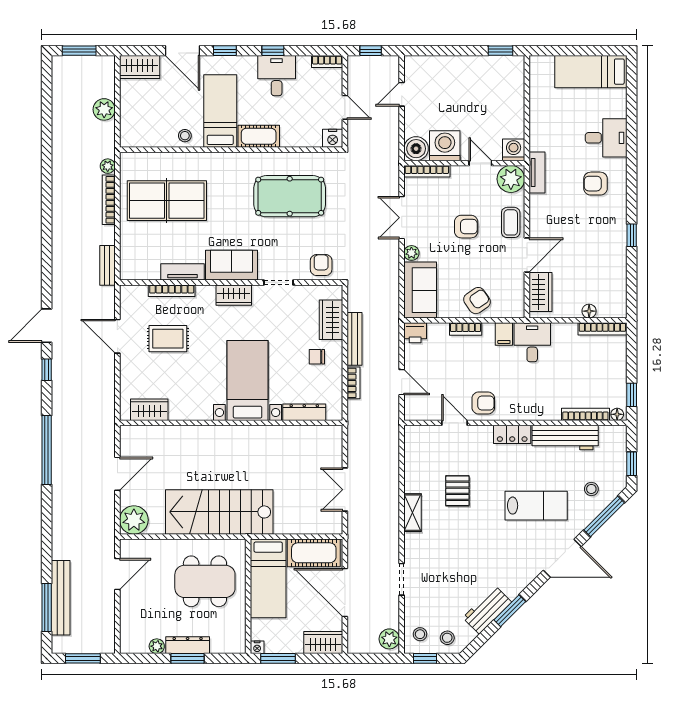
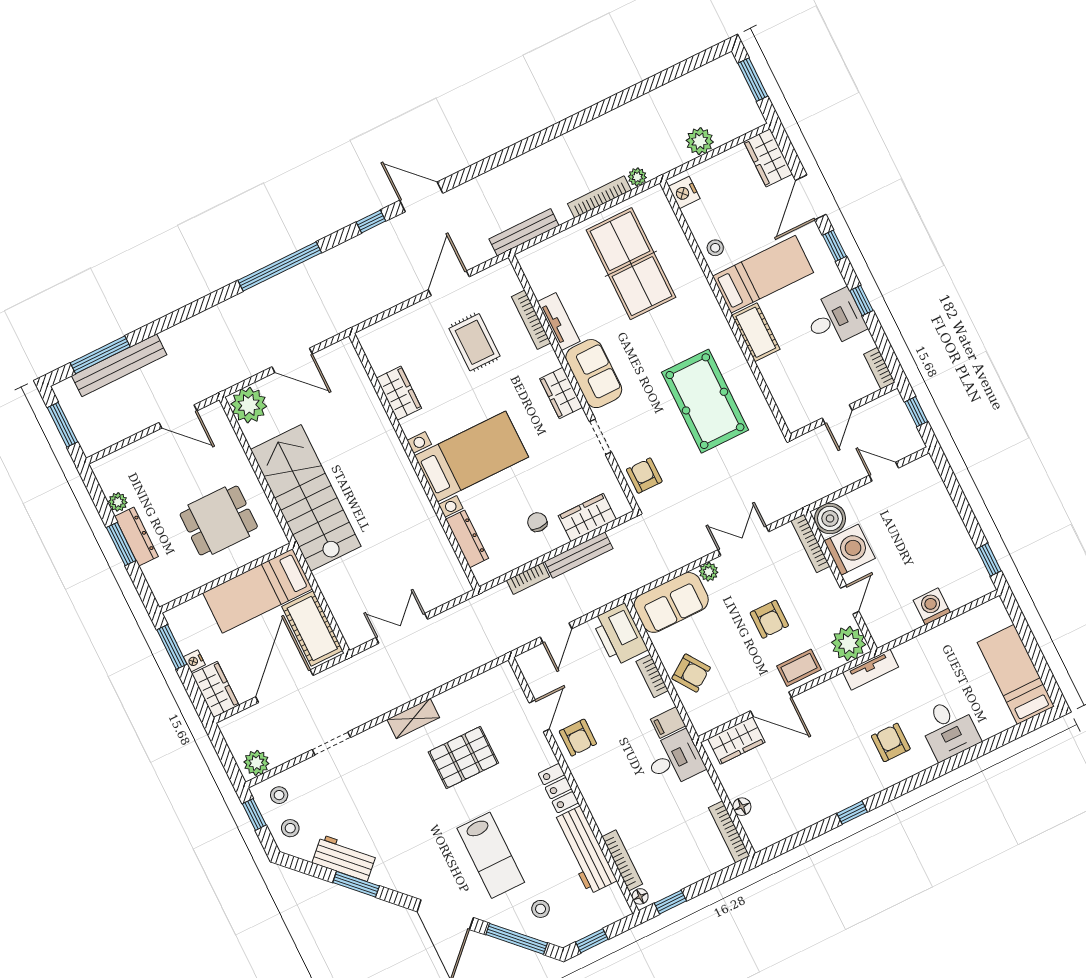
nightstand: (333, 138) -> (684, 192), moved
washing machine: (514, 150) -> (932, 606), moved, turned -90
bench: (107, 265) -> (524, 232), width x1.36
armchair: (321, 265) -> (644, 476), turned -90
printer: (415, 333) -> (620, 634), width x1.87, depth x1.48
wardrobe: (149, 410) -> (399, 393), moved
pallet: (457, 491) -> (463, 757), width x1.50, depth x1.42
dining table: (205, 581) -> (219, 521), width x0.73
nightstand: (257, 647) -> (194, 661), moved

